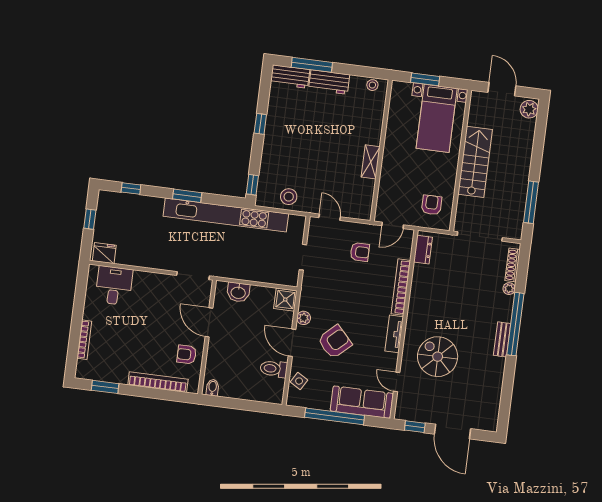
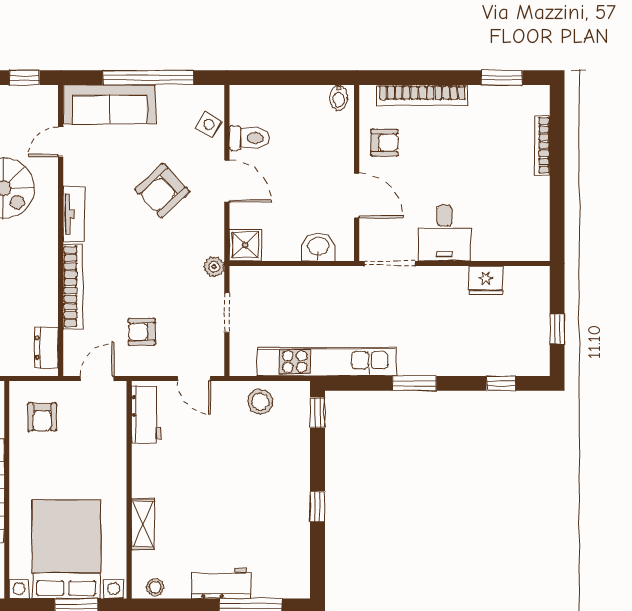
workbench: (290, 77) -> (146, 415), moved, turned 90
bed with nightstands: (437, 118) -> (66, 549), width x1.36
shelving: (371, 162) -> (143, 524), moved
kitchen unit: (226, 215) -> (327, 362), width x0.73
fridge: (104, 253) -> (486, 280), moved
desk: (114, 286) -> (445, 233), moved
plant: (304, 318) -> (214, 267), moved
door: (397, 382) -> (61, 142), swing flipped

